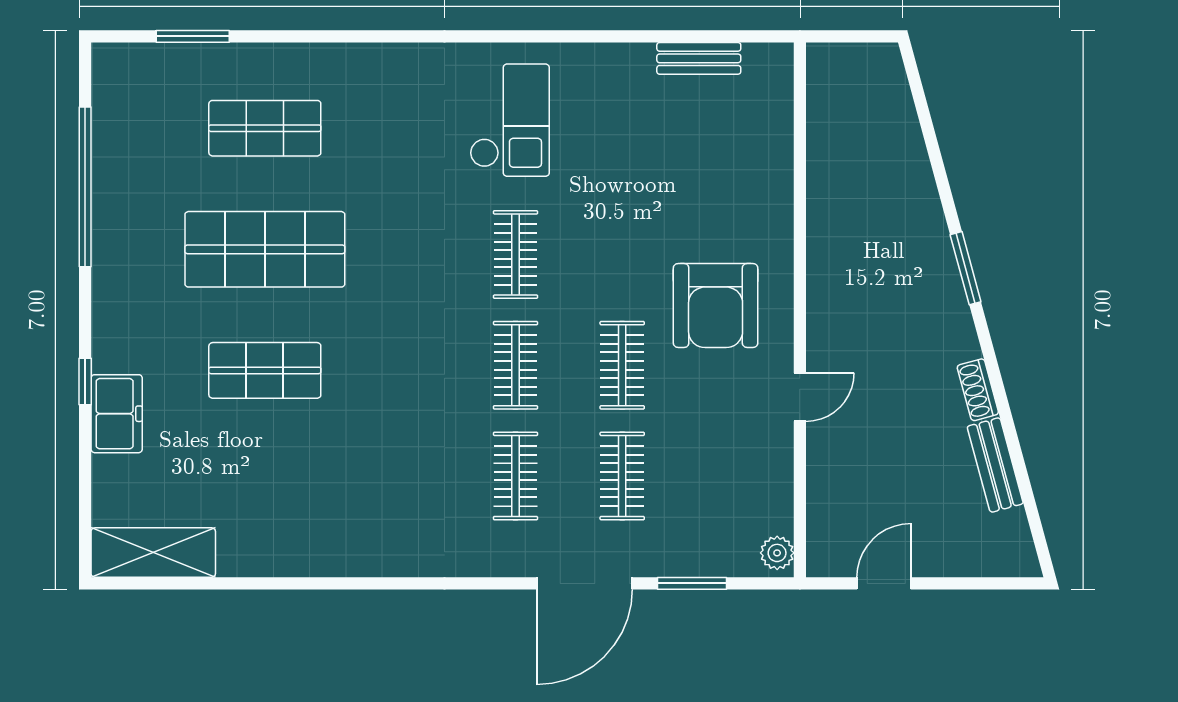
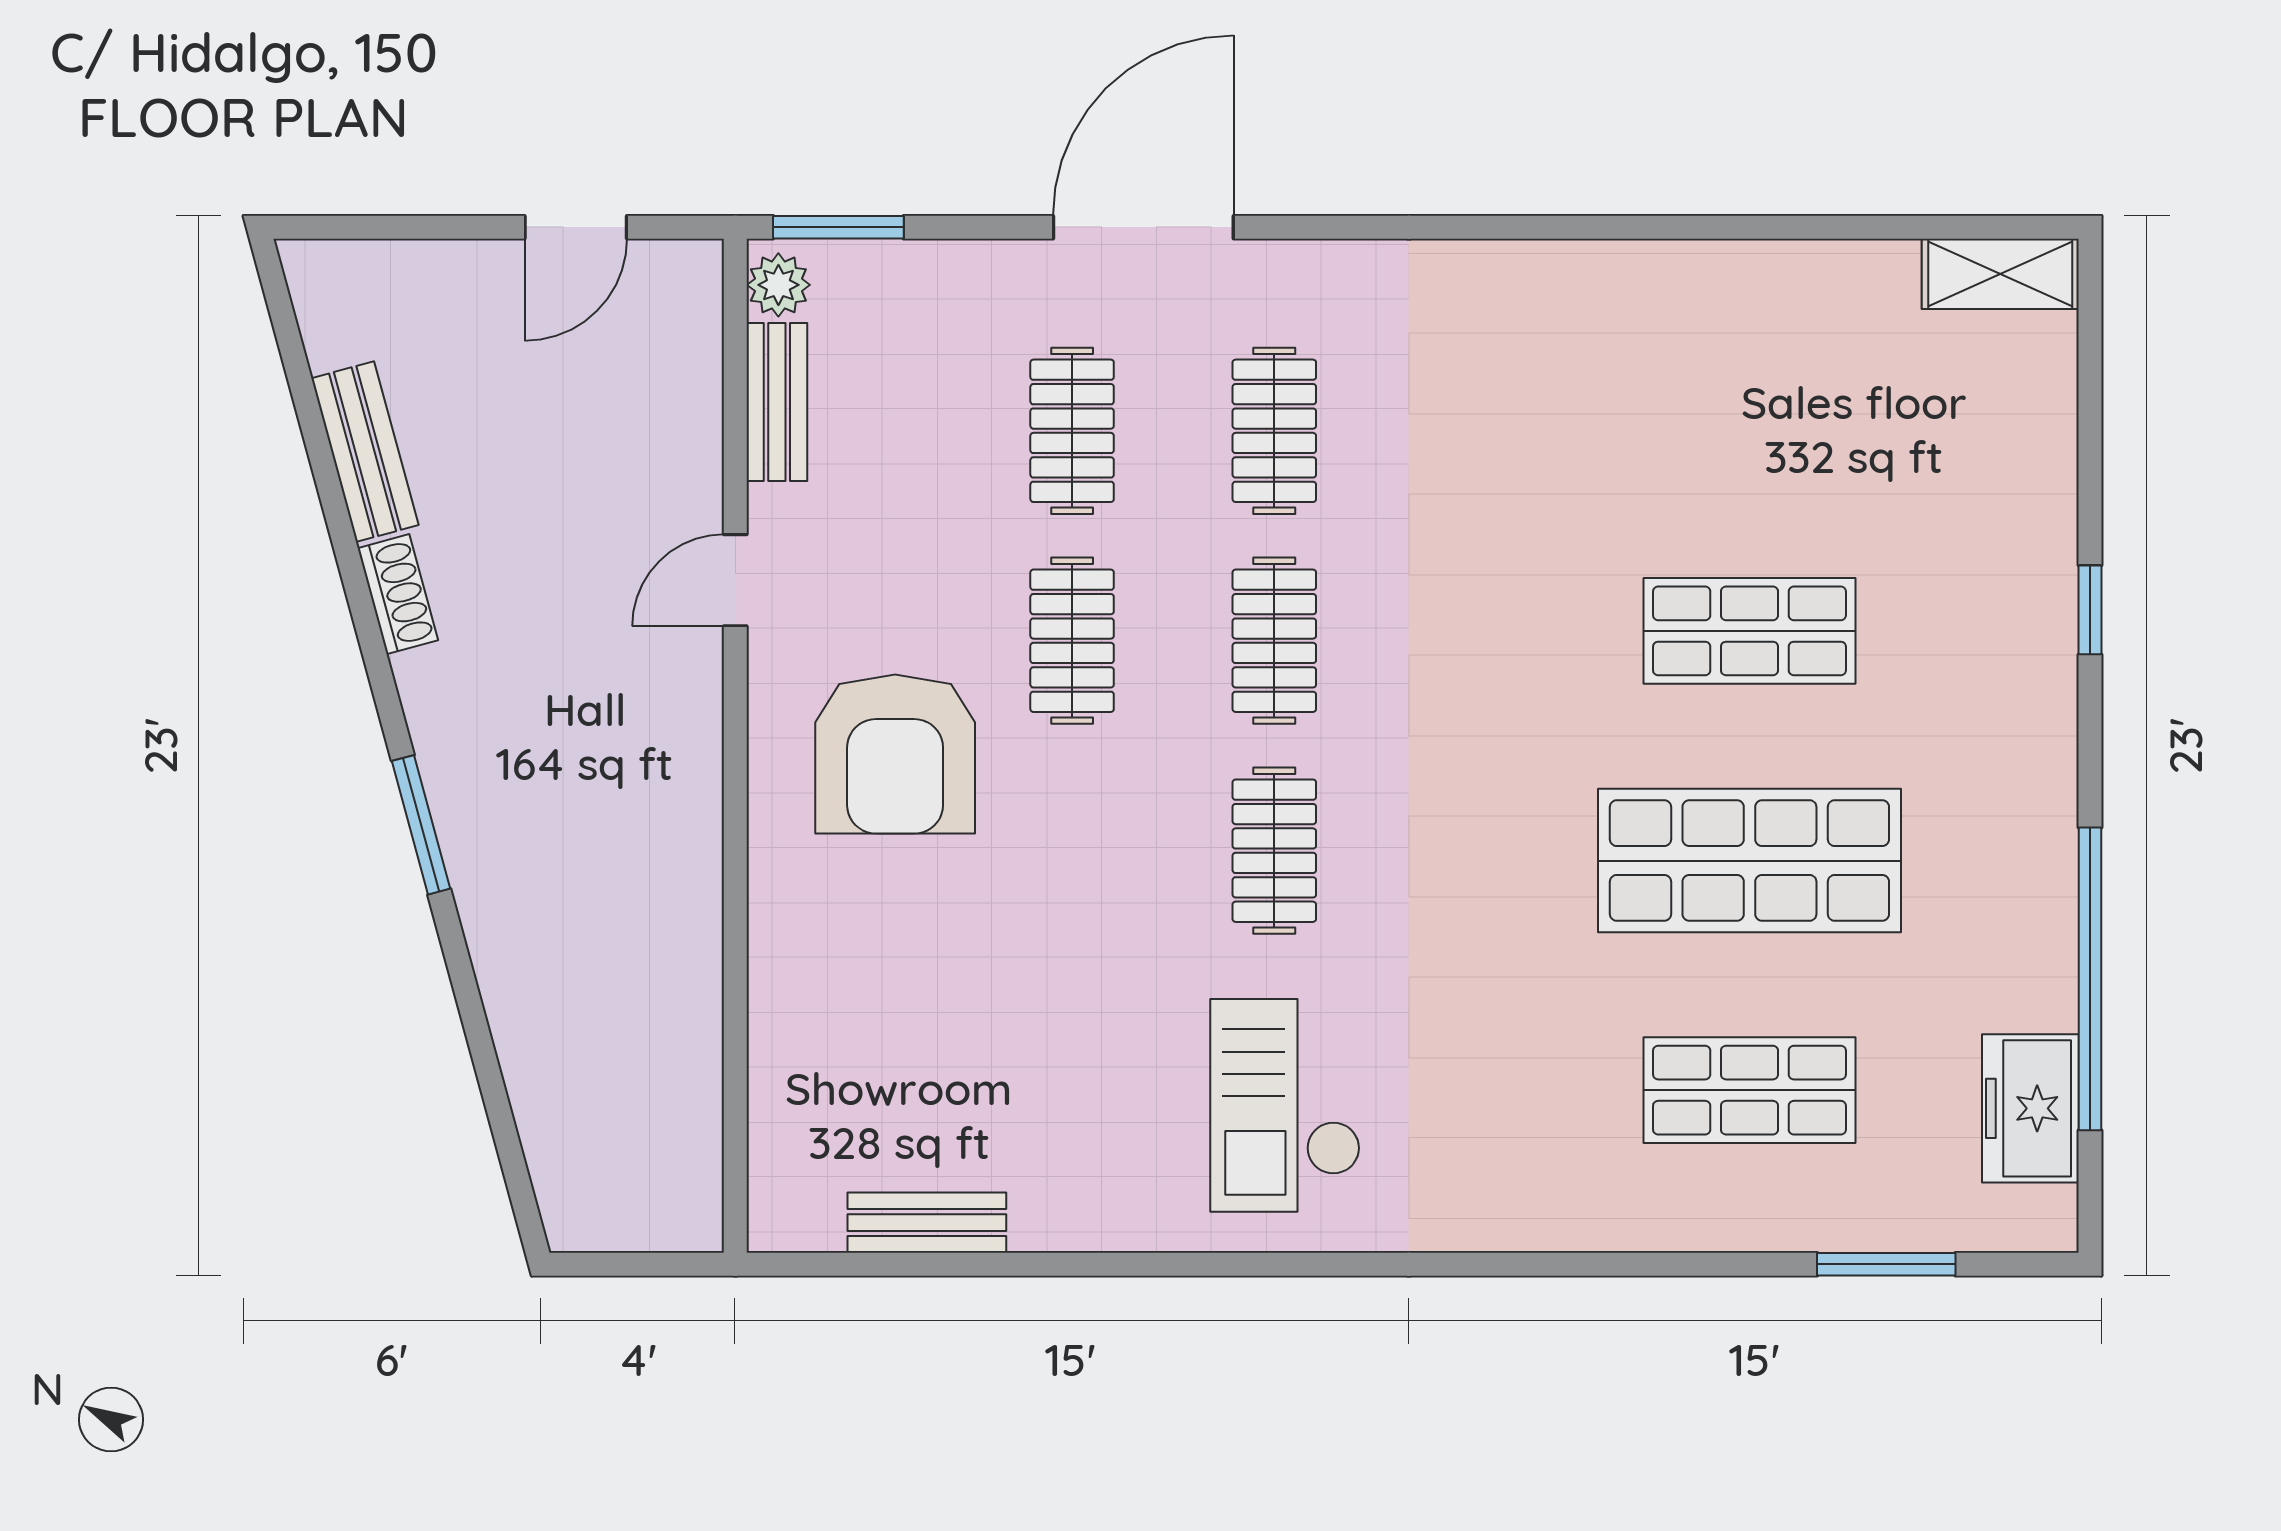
armchair: (716, 305) -> (895, 754), turned 180
freezer: (117, 414) -> (2030, 1108), moved
bench: (778, 491) -> (777, 402), added
shelving: (153, 553) -> (2000, 274), width x0.67, depth x0.75
window: (692, 583) -> (838, 227), moved

